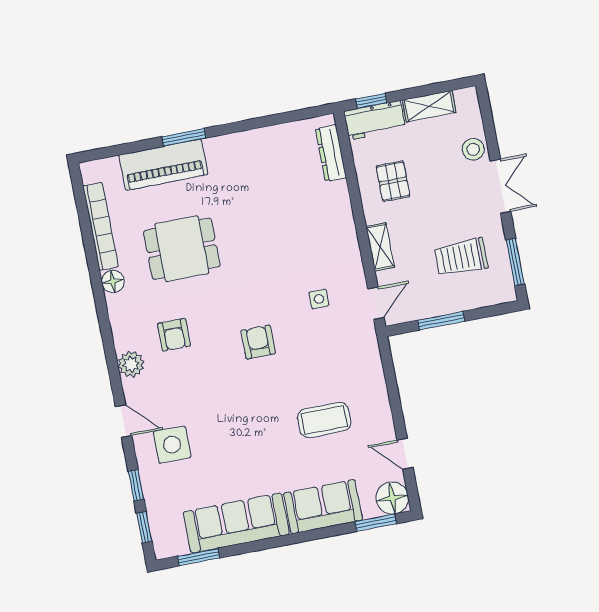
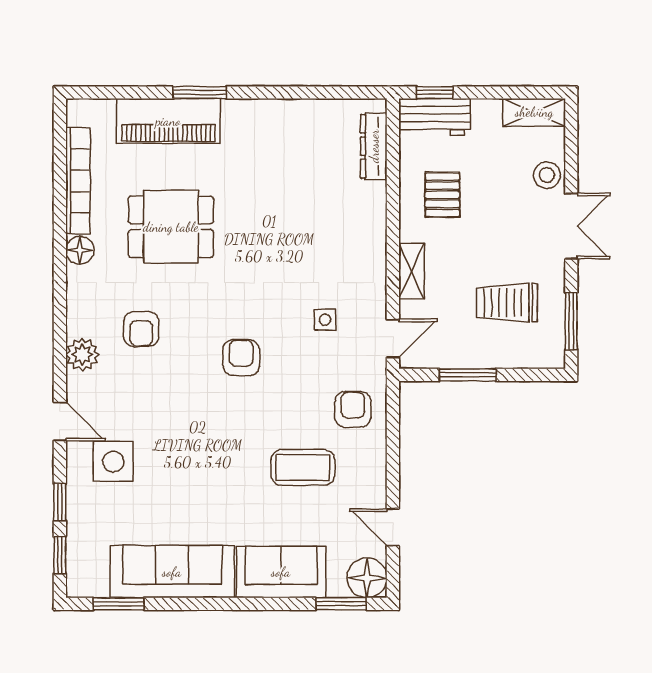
shelving: (429, 106) -> (534, 112), moved
armchair: (355, 366) -> (353, 409), added

